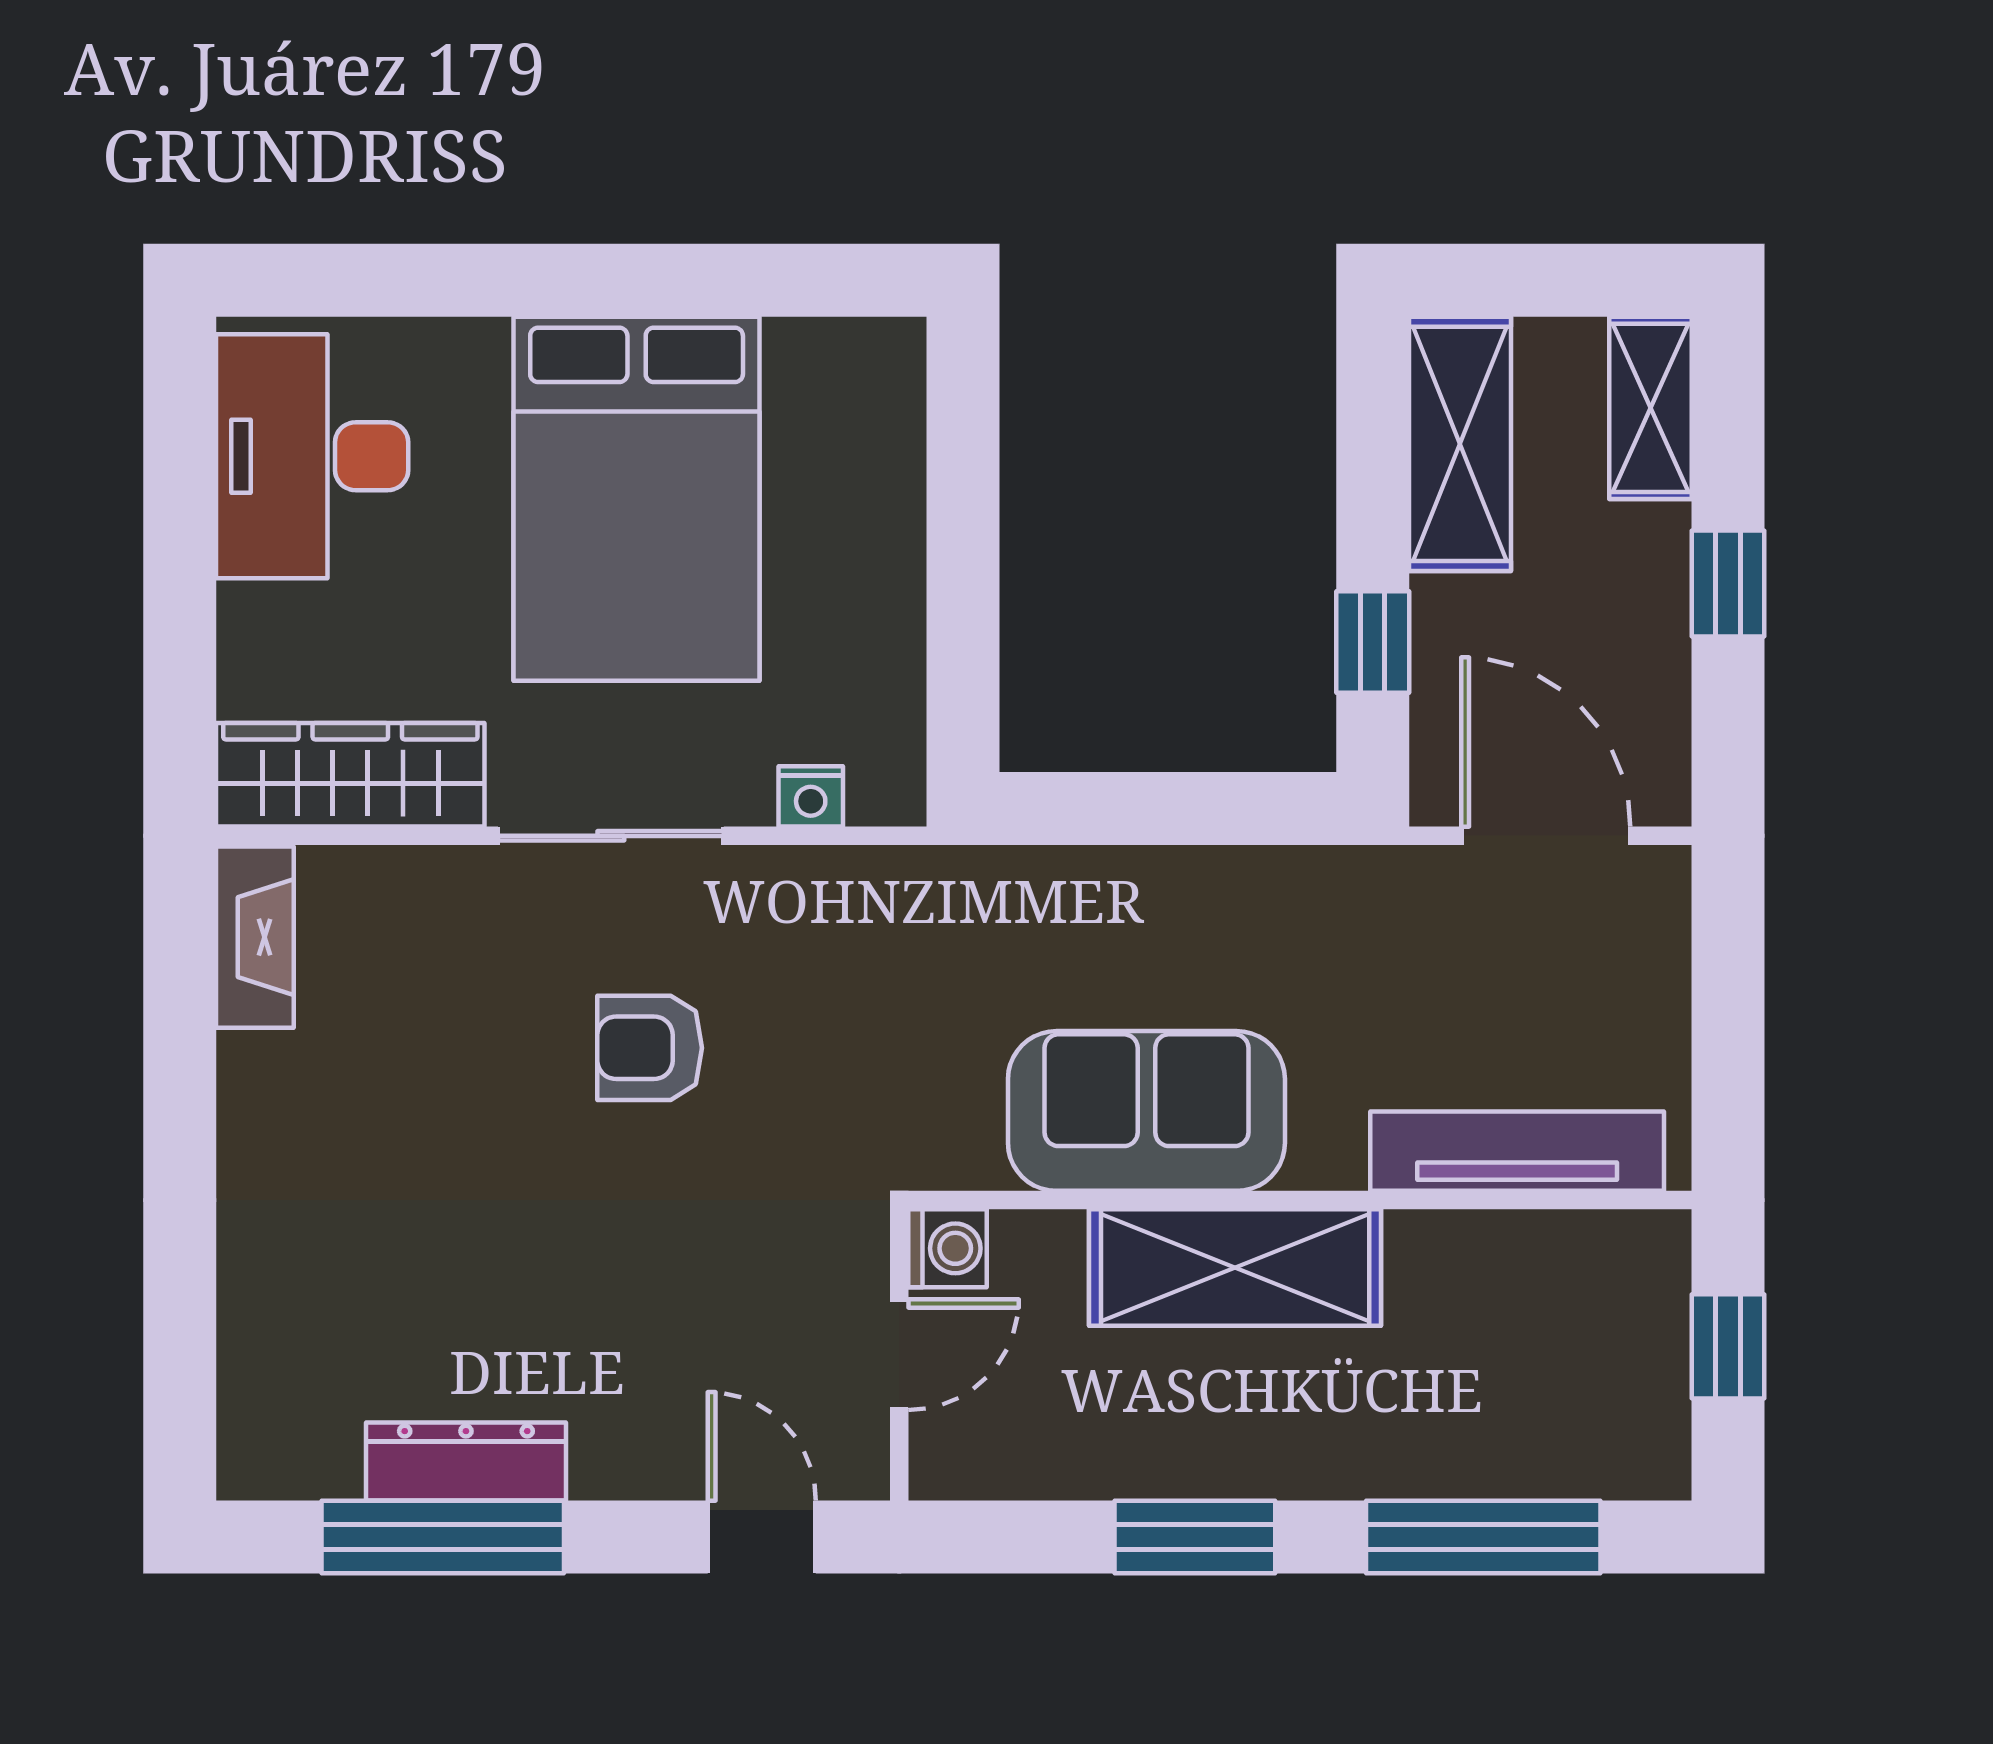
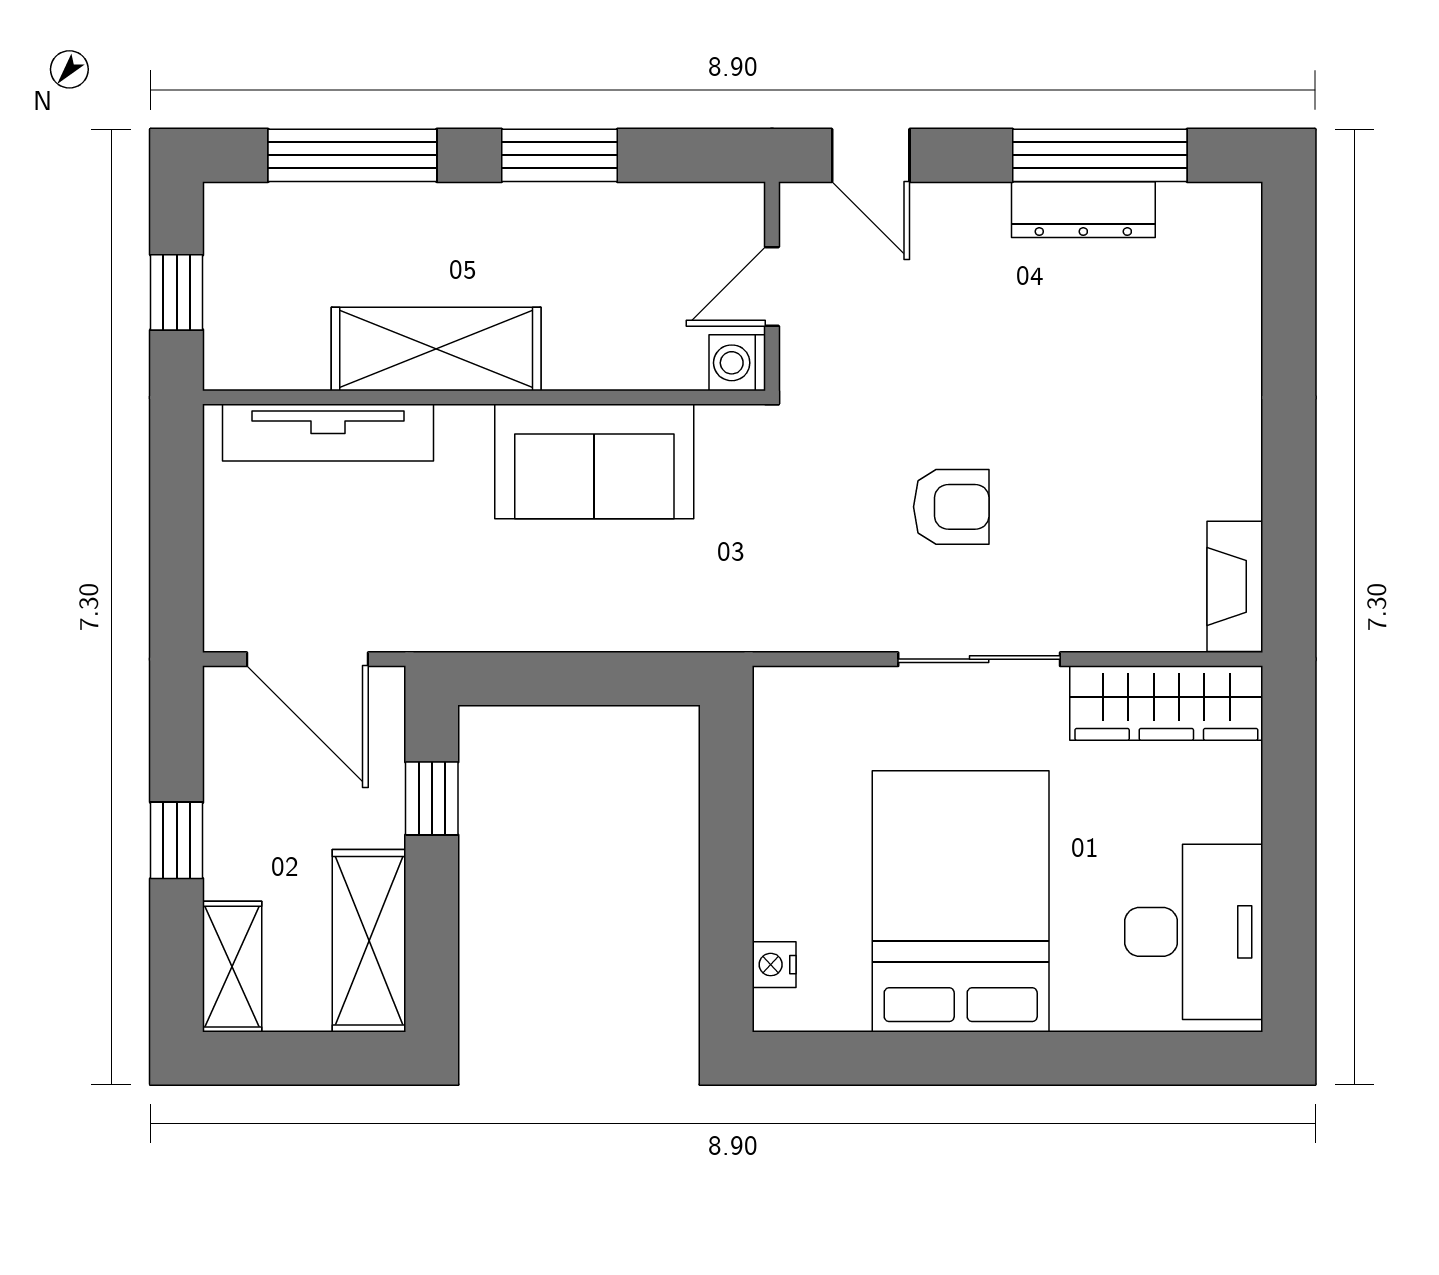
nightstand: (811, 796) -> (774, 965), moved, turned -90
shelving: (1235, 1268) -> (436, 349), moved

